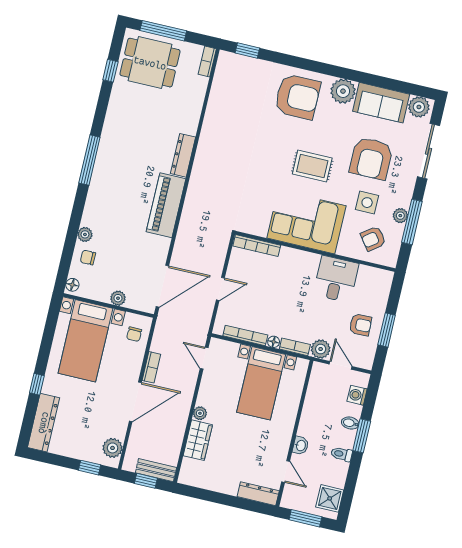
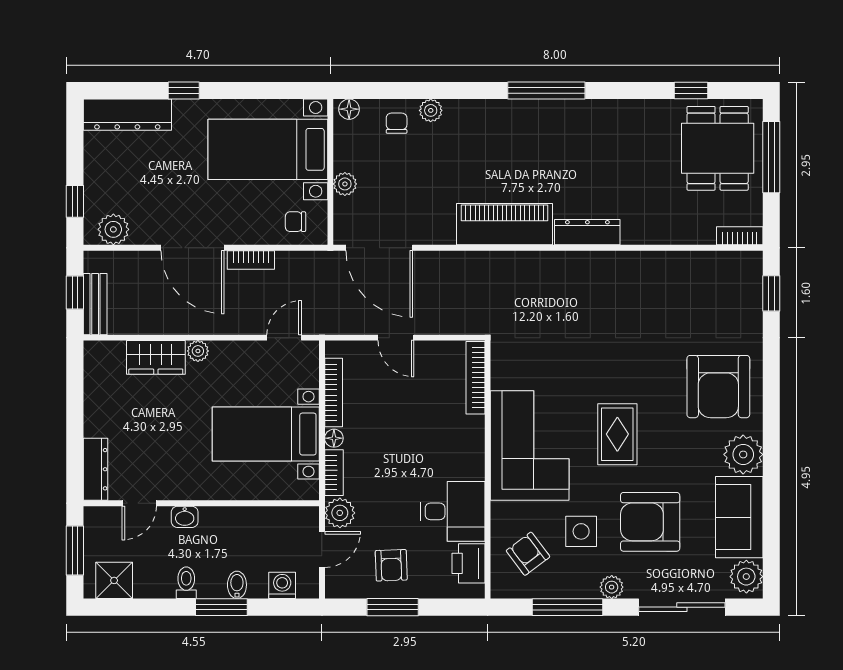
plant: (400, 216) -> (612, 587), moved
printer: (370, 277) -> (469, 563), added

